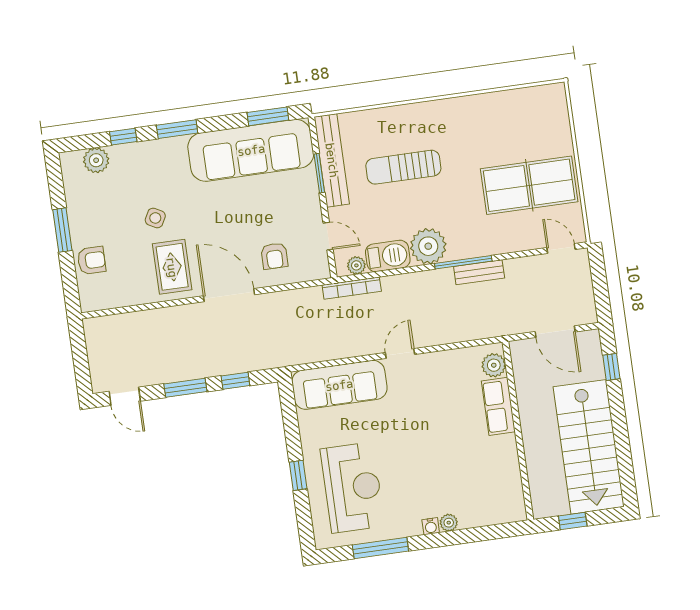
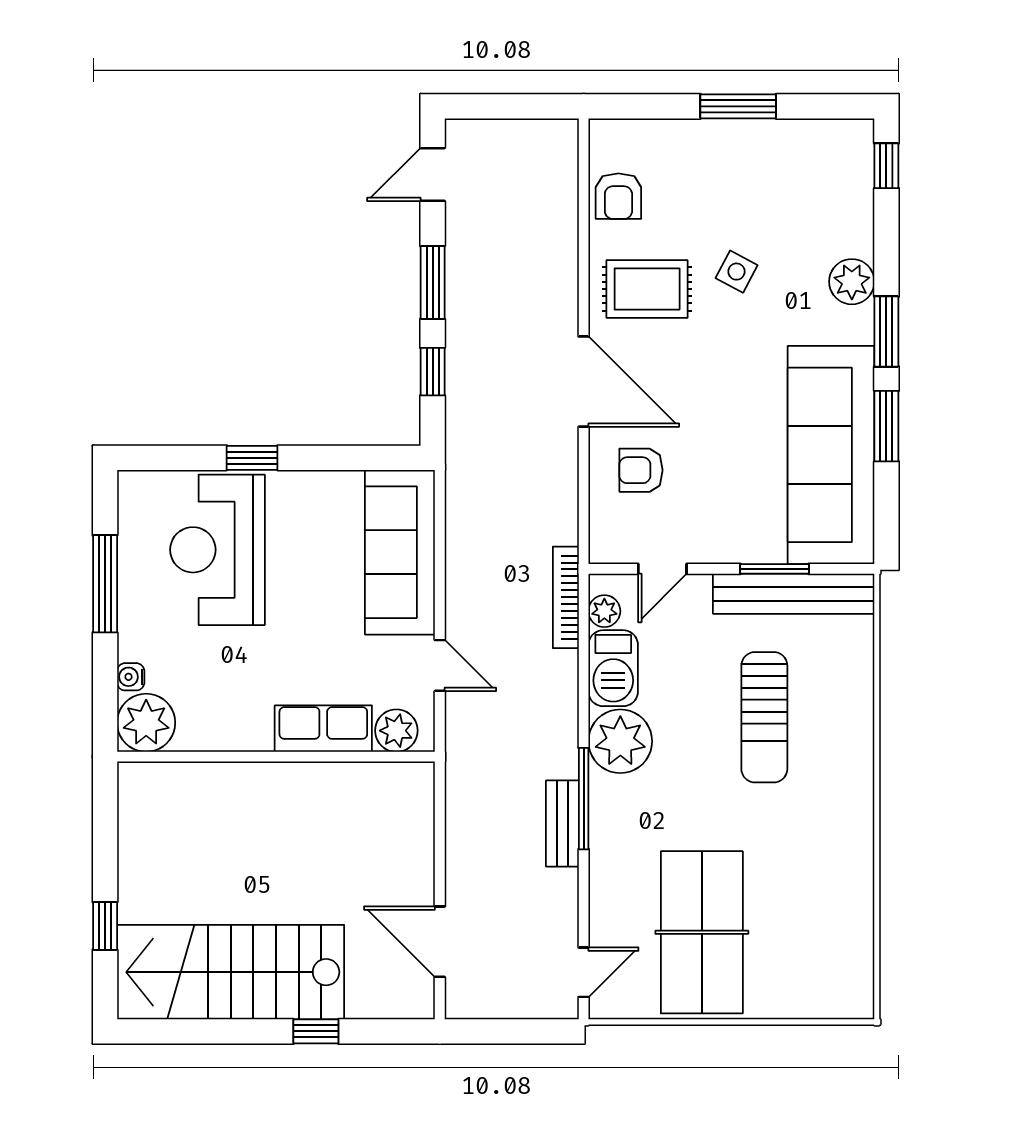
window: (268, 116) -> (886, 426), moved
window: (123, 137) -> (886, 166), moved
plant: (96, 160) -> (852, 282), moved
sun lounger: (403, 167) -> (764, 717), turned 180
armchair: (92, 260) -> (618, 196), moved
door: (229, 295) -> (584, 382), hinge flipped
door: (555, 332) -> (440, 942), hinge flipped
plant: (494, 365) -> (396, 731), moved
window: (611, 367) -> (316, 1031), moved
row of seats: (498, 406) -> (323, 729), moved
wall: (518, 431) -> (276, 757), moved
reception desk: (353, 488) -> (217, 550), turned 90
plant: (449, 523) -> (146, 723), width x1.88, depth x1.88

